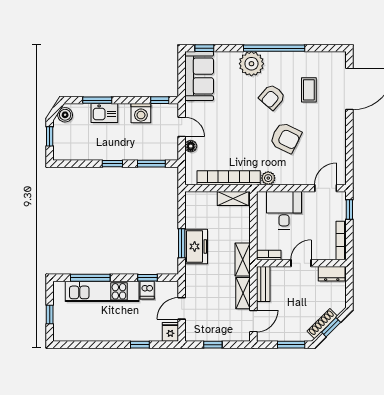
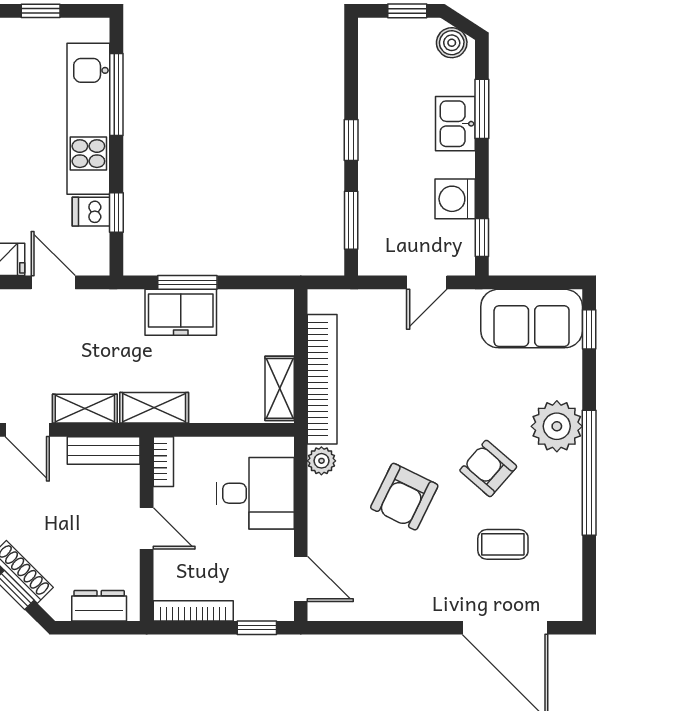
floor lamp: (191, 146) -> (387, 301), removed
dresser: (332, 274) -> (99, 606), moved, turned 90

